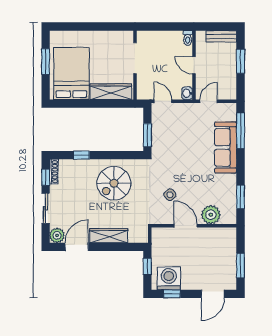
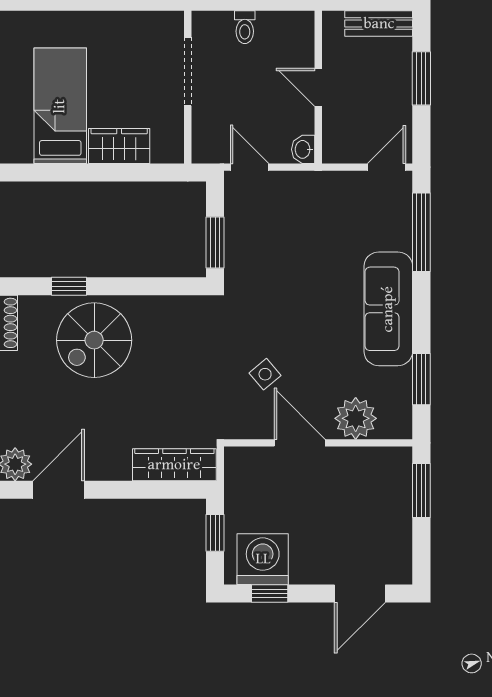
toilet: (188, 38) -> (245, 27), moved
bed: (72, 73) -> (60, 106), width x0.67
wardrobe: (111, 92) -> (119, 146), width x0.67
door: (209, 101) -> (387, 167), moved
sofa: (226, 147) -> (388, 309), moved
spiral stairs: (114, 183) -> (94, 340), moved
wardrobe: (109, 236) -> (174, 465), moved
window: (241, 265) -> (421, 491), moved

